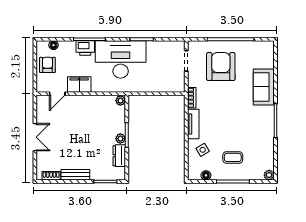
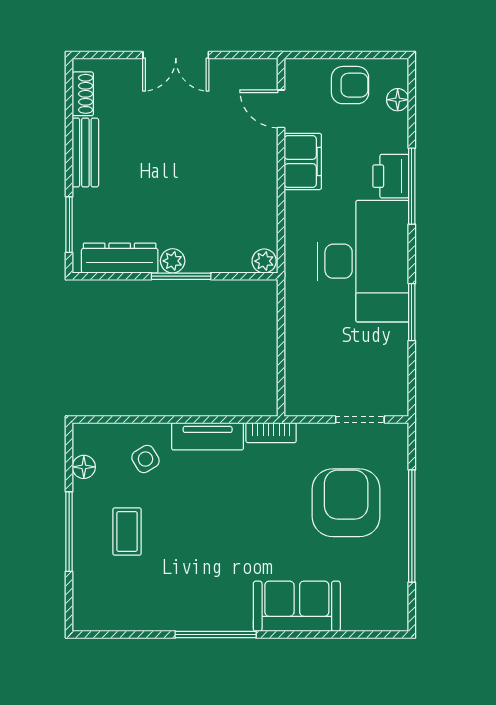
armchair: (221, 67) -> (346, 503), turned -90
dresser: (119, 156) -> (120, 258), width x1.44
plant: (269, 175) -> (85, 619), removed

